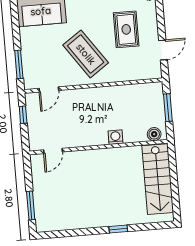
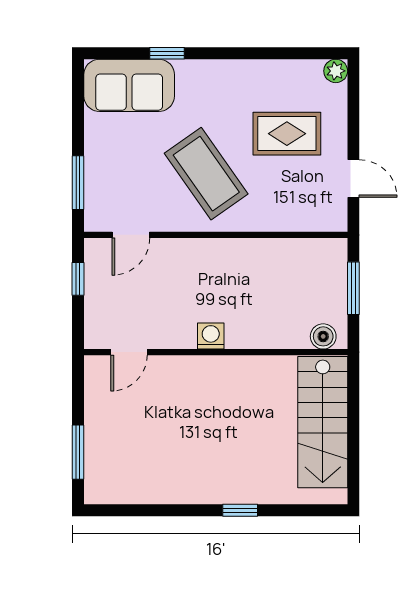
rug: (126, 29) -> (287, 134), turned 90
door: (163, 50) -> (353, 179), hinge flipped
washing machine: (115, 137) -> (211, 336), moved

